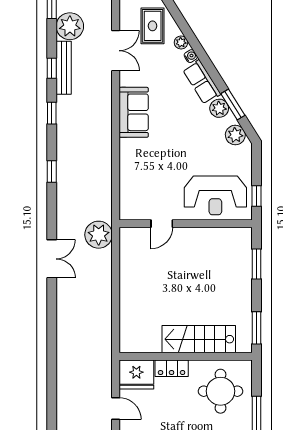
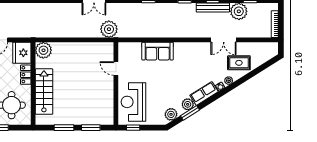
sofa: (134, 112) -> (158, 51), moved
window: (257, 328) -> (64, 128), moved
plant: (132, 340) -> (43, 50), added

